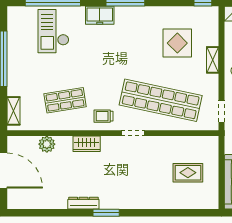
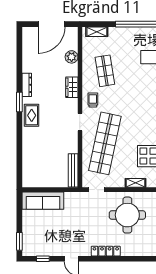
bench: (196, 142) -> (73, 170), added
rug: (188, 173) -> (32, 115), moved

